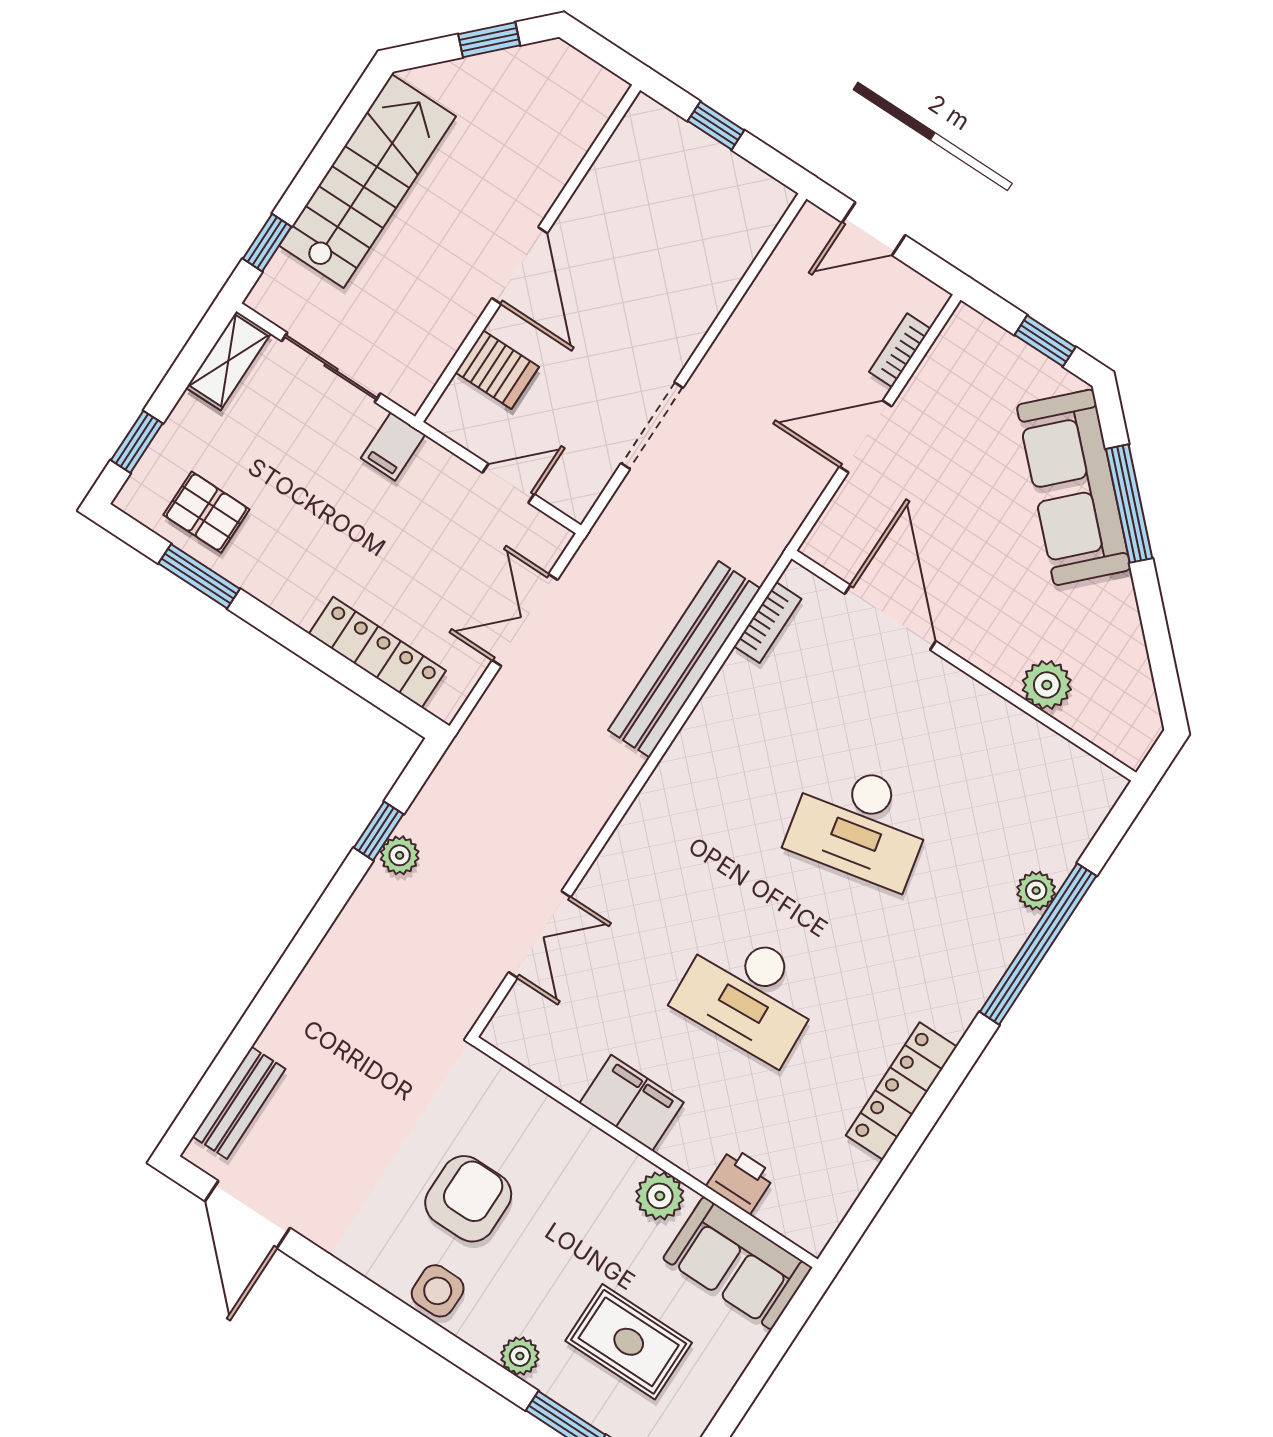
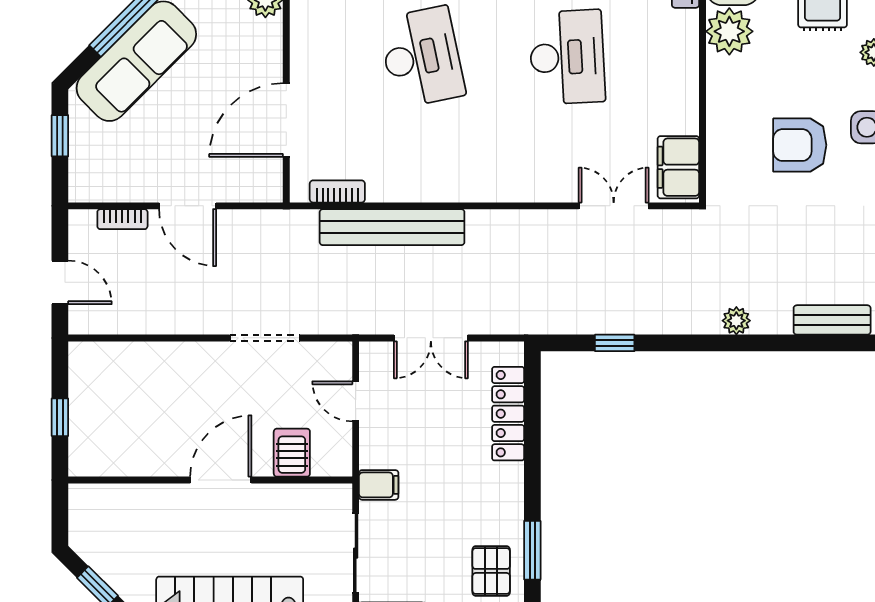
plant: (400, 855) -> (736, 321), moved
filing cabinet: (632, 1103) -> (678, 167), moved
plant: (660, 1196) -> (729, 31), width x1.36, depth x1.36

